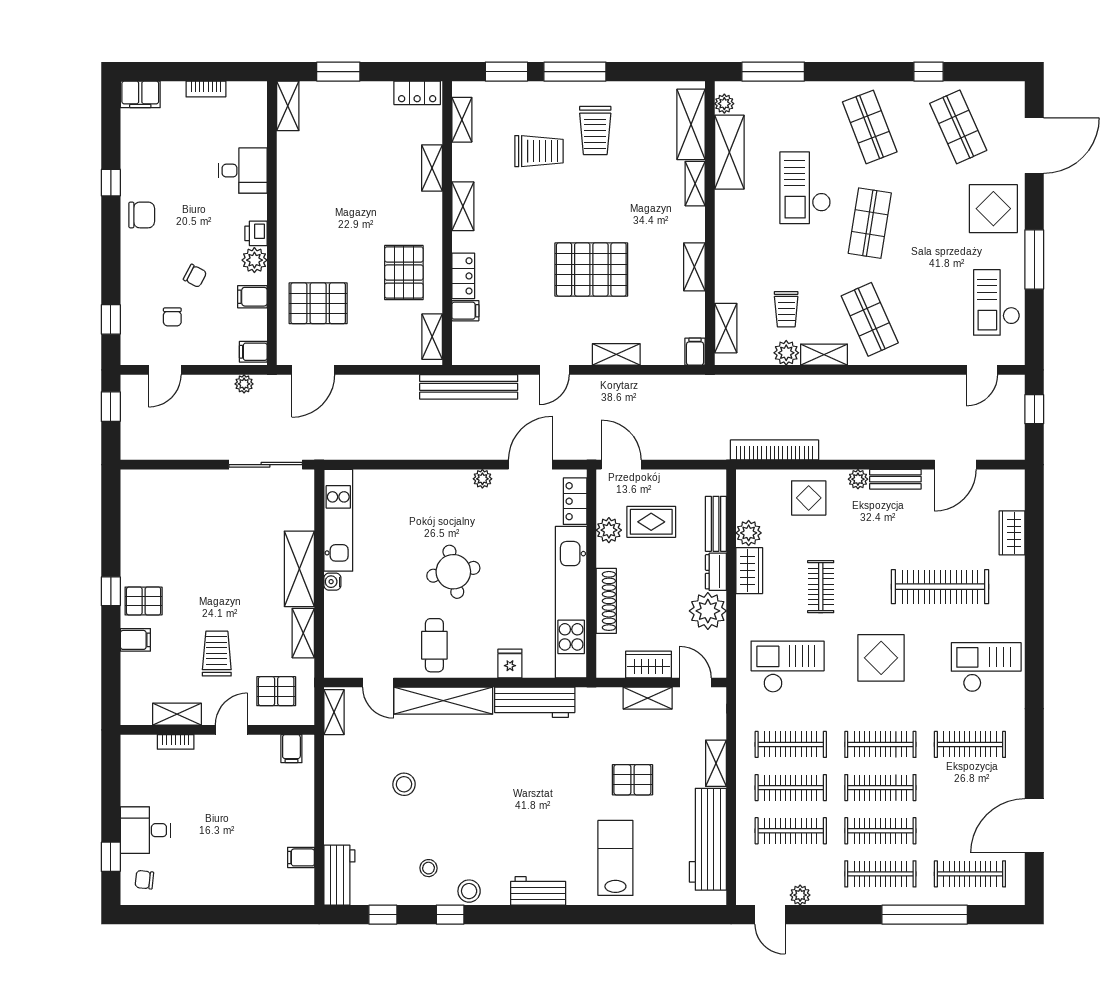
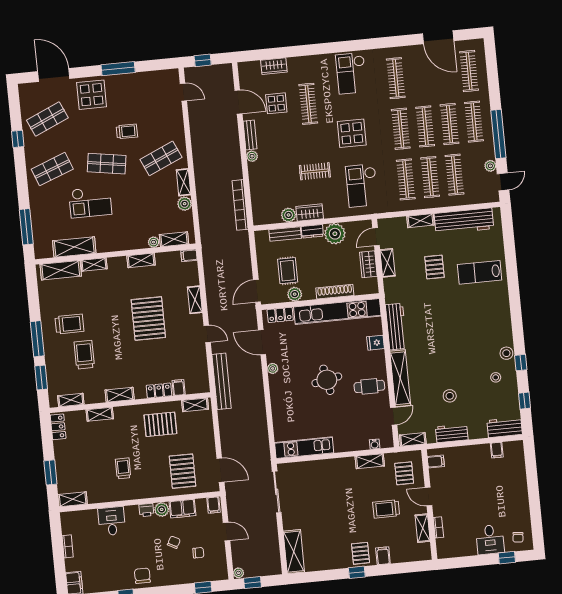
plant: (724, 104) -> (154, 242), moved
trolley: (333, 200) -> (123, 468), added
filing cabinet: (252, 297) -> (182, 509), width x2.00
checkout: (997, 302) -> (144, 88), removed
trolley: (786, 309) -> (127, 131), moved
door: (165, 370) -> (226, 532), moved
plant: (244, 384) -> (239, 573), moved
display table: (809, 498) -> (276, 103), moved
shelving: (299, 569) -> (294, 552), moved, turned 90
water cooler: (332, 582) -> (375, 444), moved
clothes rail: (940, 587) -> (308, 104), width x0.73, depth x0.76
workbench: (538, 891) -> (452, 433), moved, turned 90
window: (925, 915) -> (498, 134), moved

